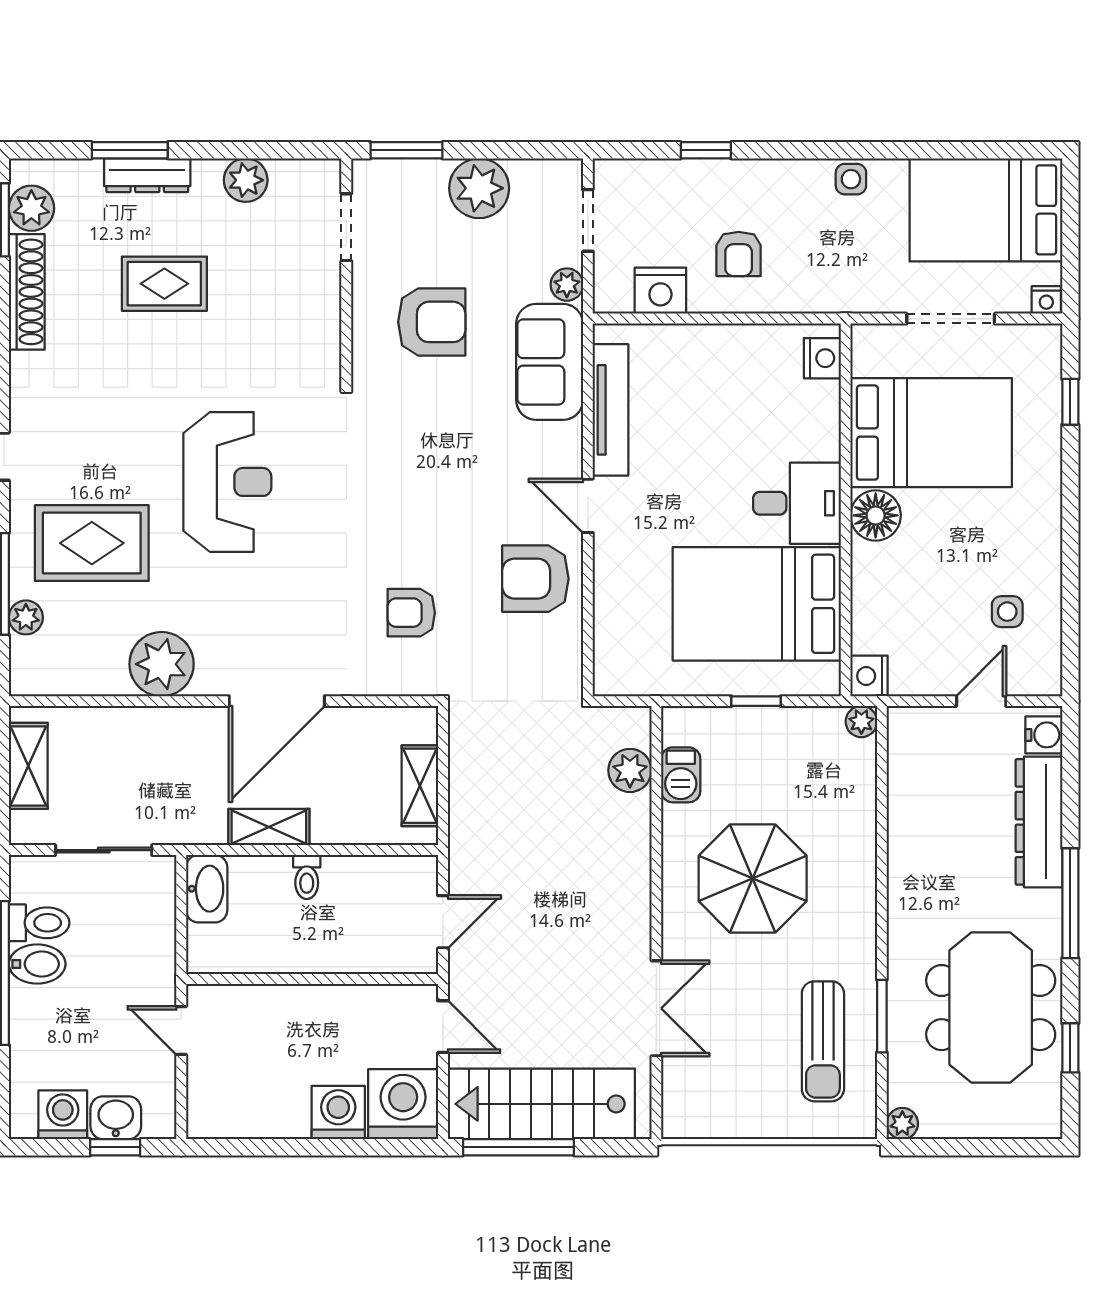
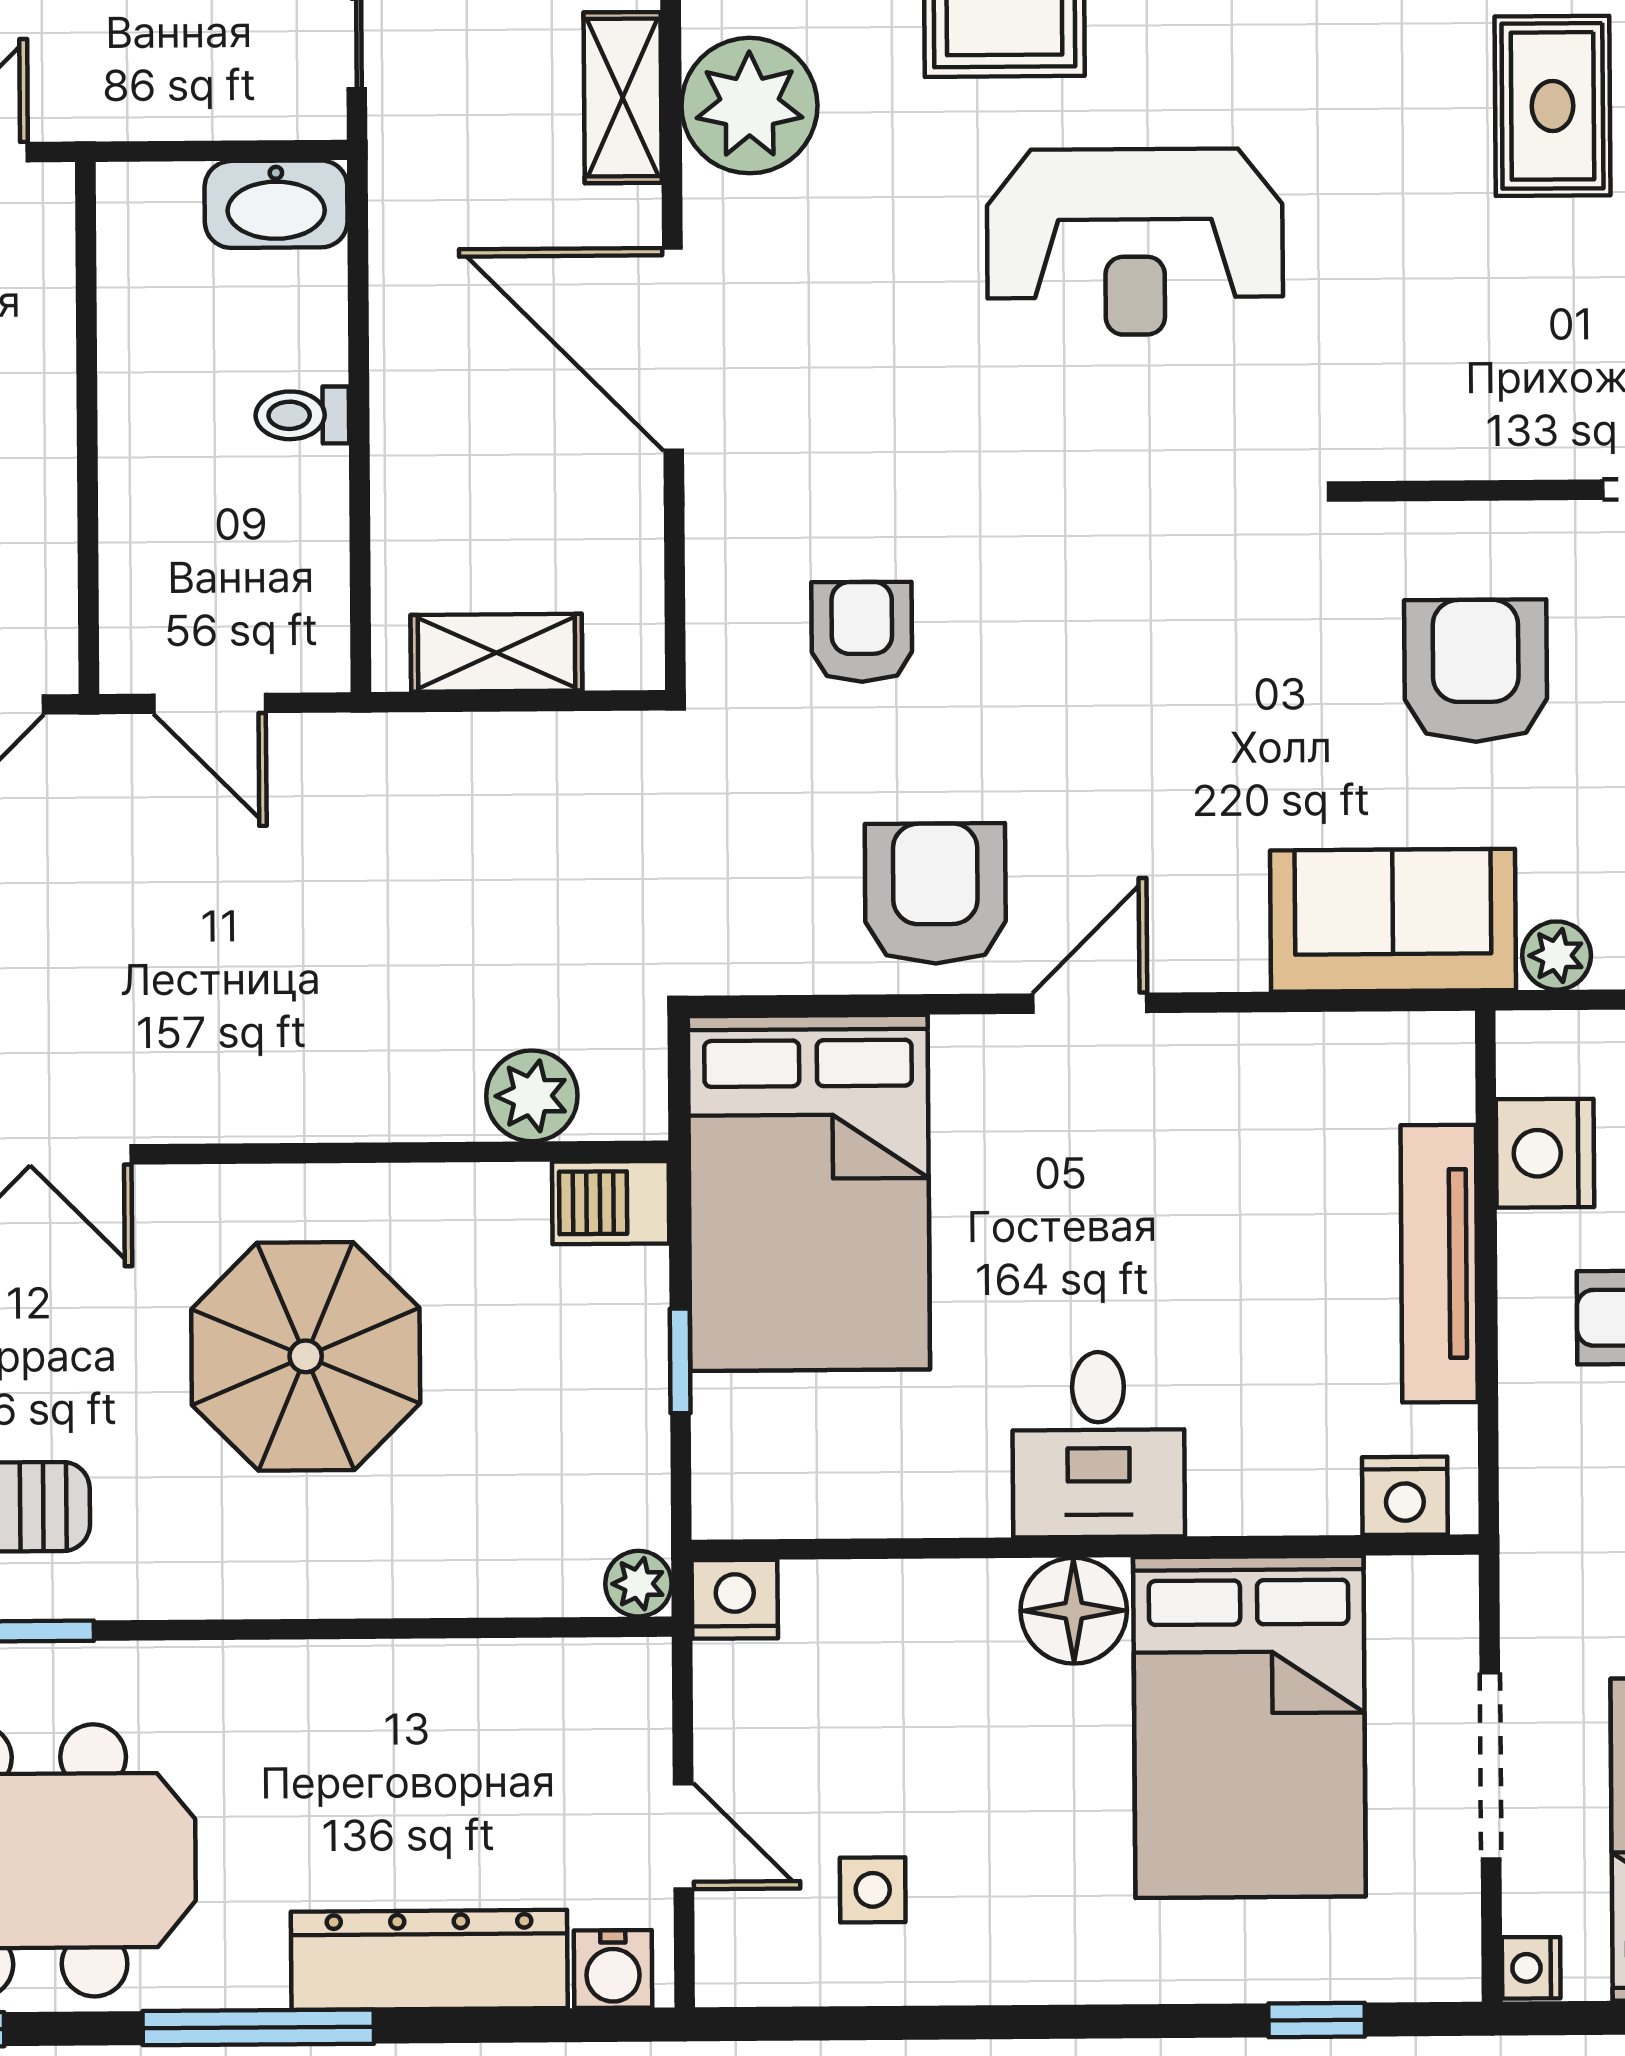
armchair: (432, 322) -> (1476, 671), turned 180
tv unit: (611, 410) -> (1439, 1264), moved, turned 90
bed: (757, 604) -> (809, 1193), moved, turned 180
barbecue: (681, 775) -> (611, 1203), moved
shelving: (269, 827) -> (623, 98), moved

